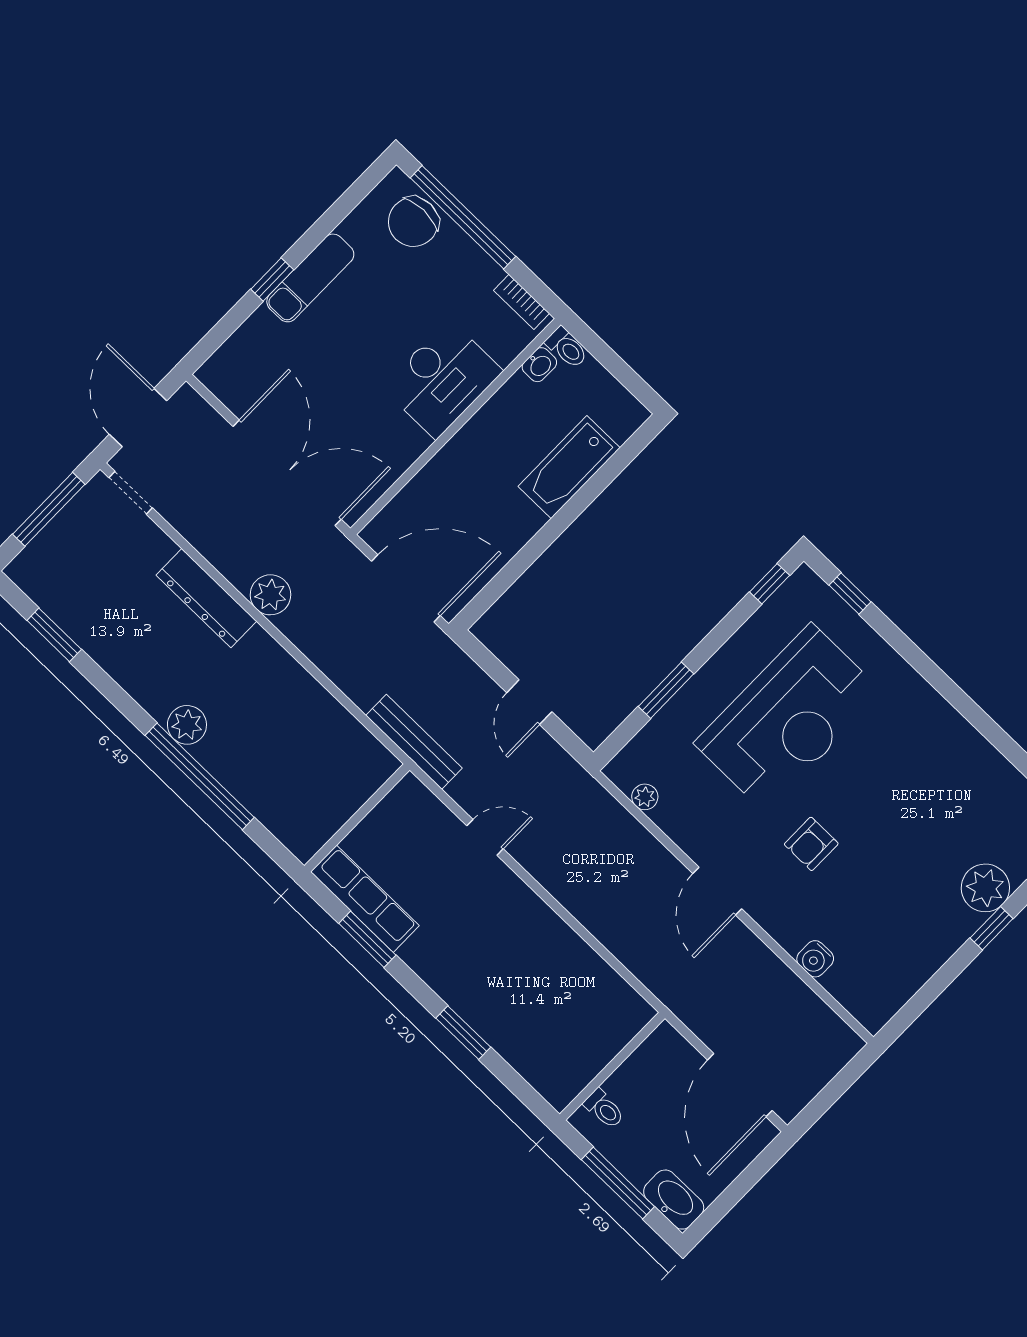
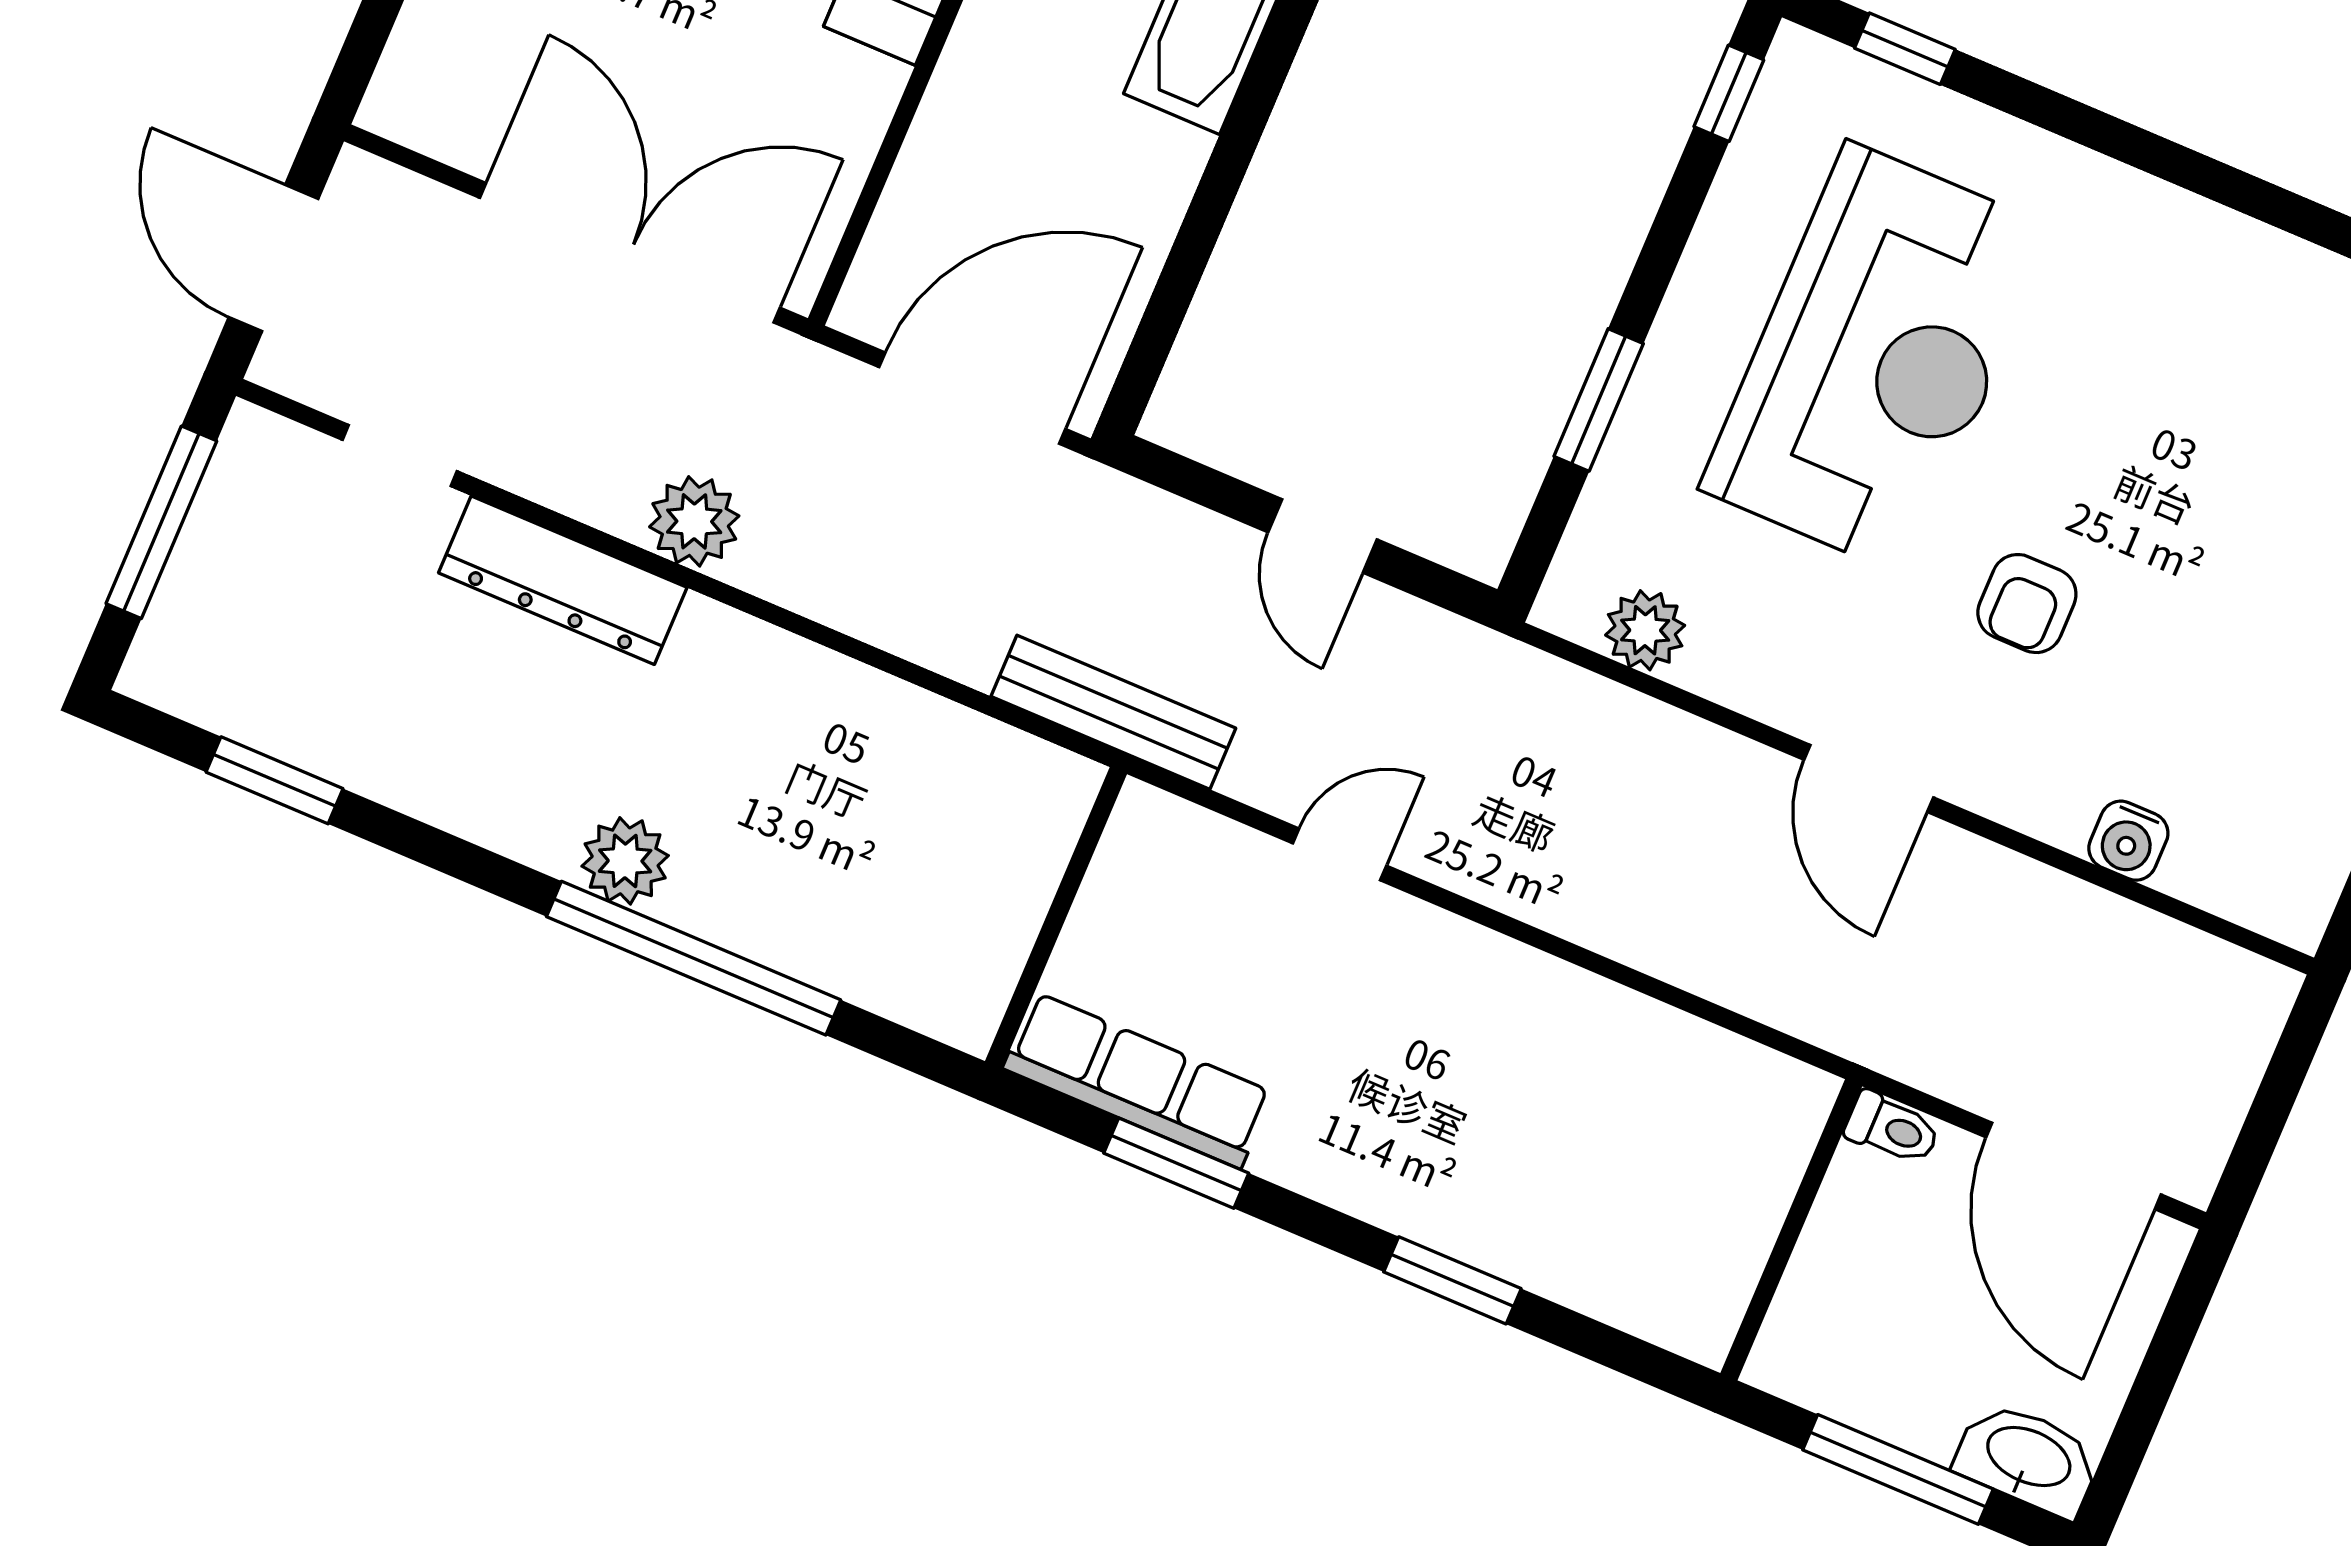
doorway: (131, 493) -> (400, 455), moved
plant: (645, 797) -> (1645, 630), width x1.38, depth x1.38
toilet: (604, 1109) -> (1892, 1128), moved

